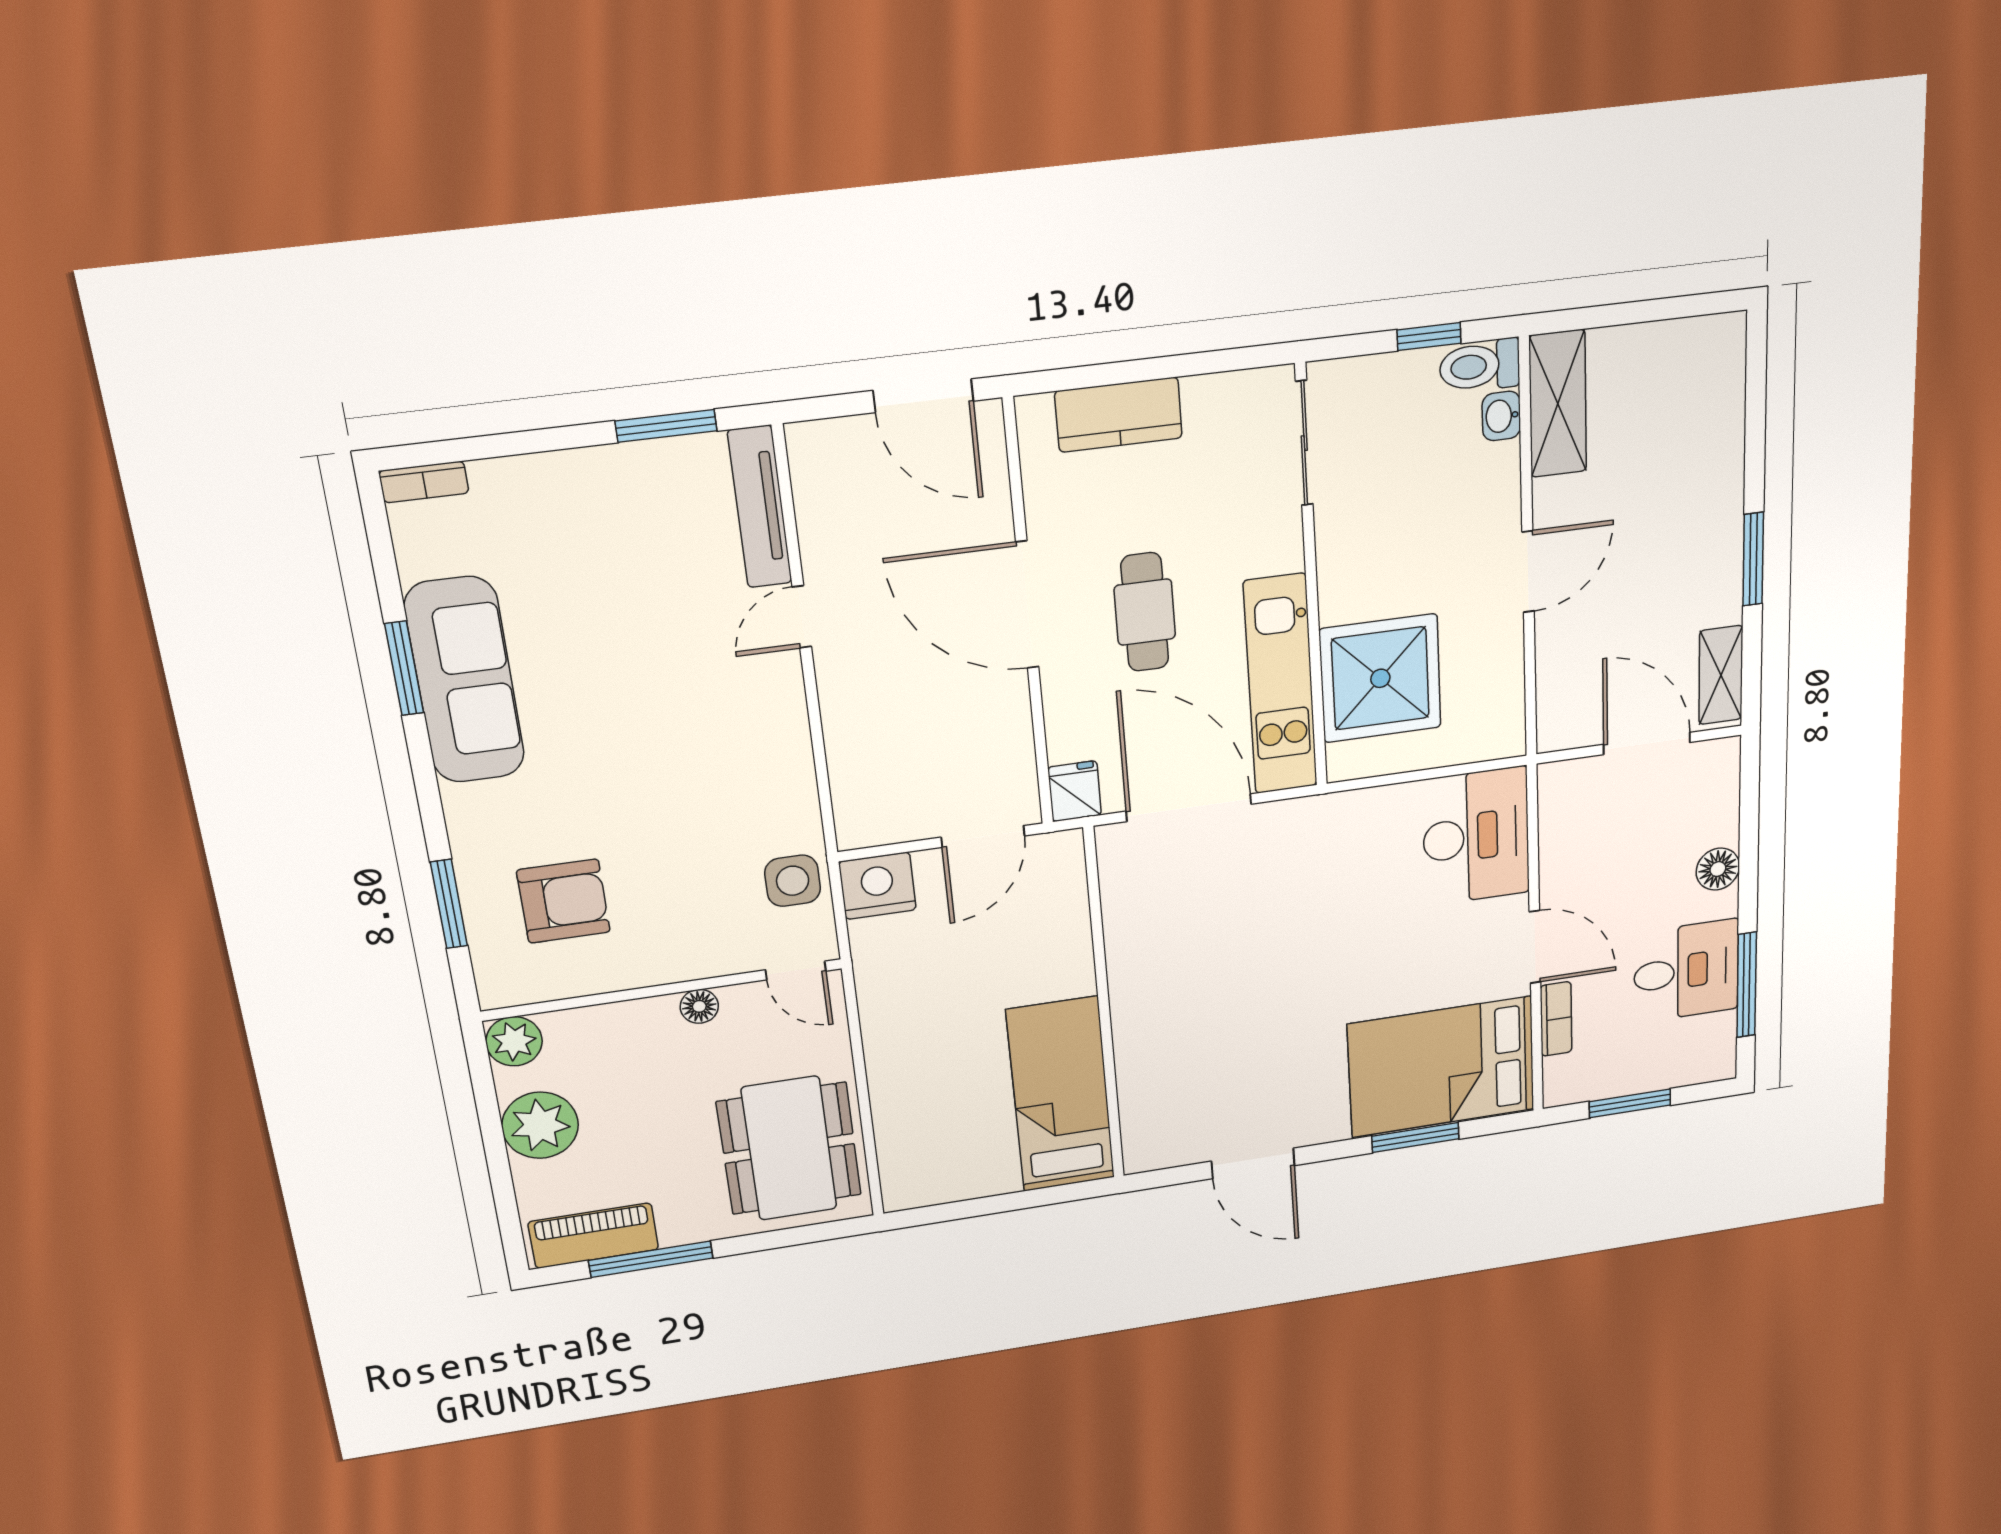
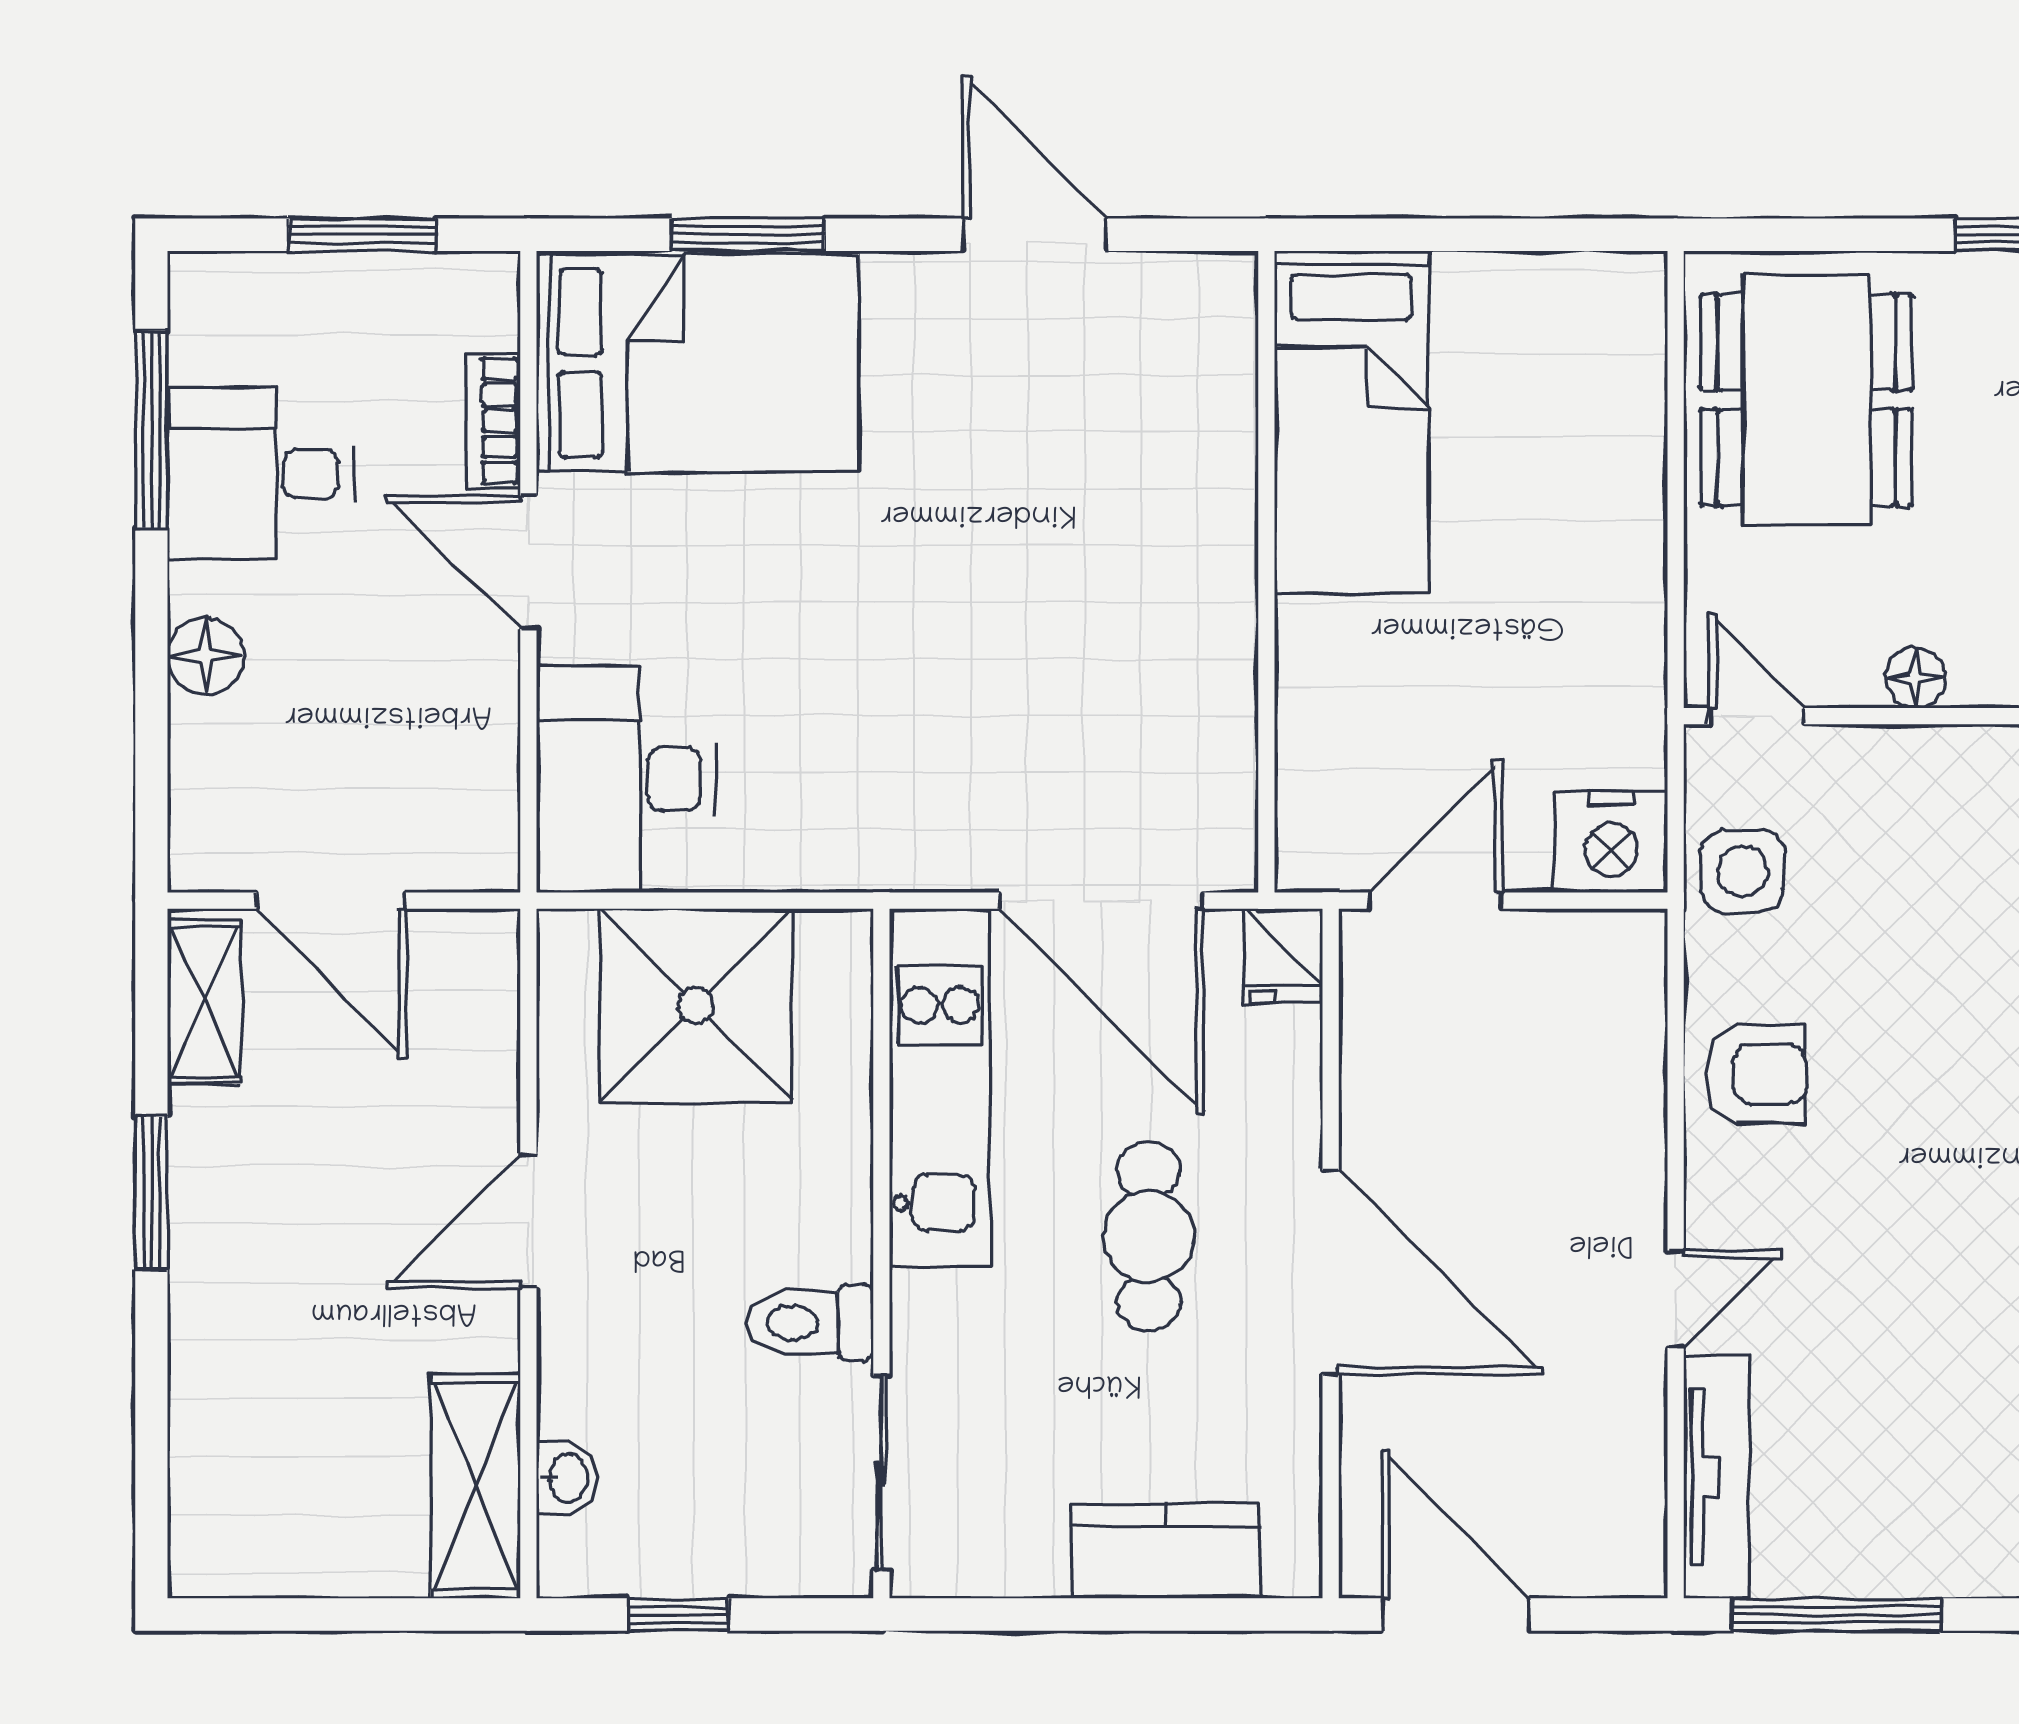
toilet: (1480, 366) -> (810, 1323), moved, turned 180
window: (666, 426) -> (1836, 1615), width x1.44
shower: (1380, 678) -> (696, 1005), moved
armchair: (768, 762) -> (1756, 1074), added

